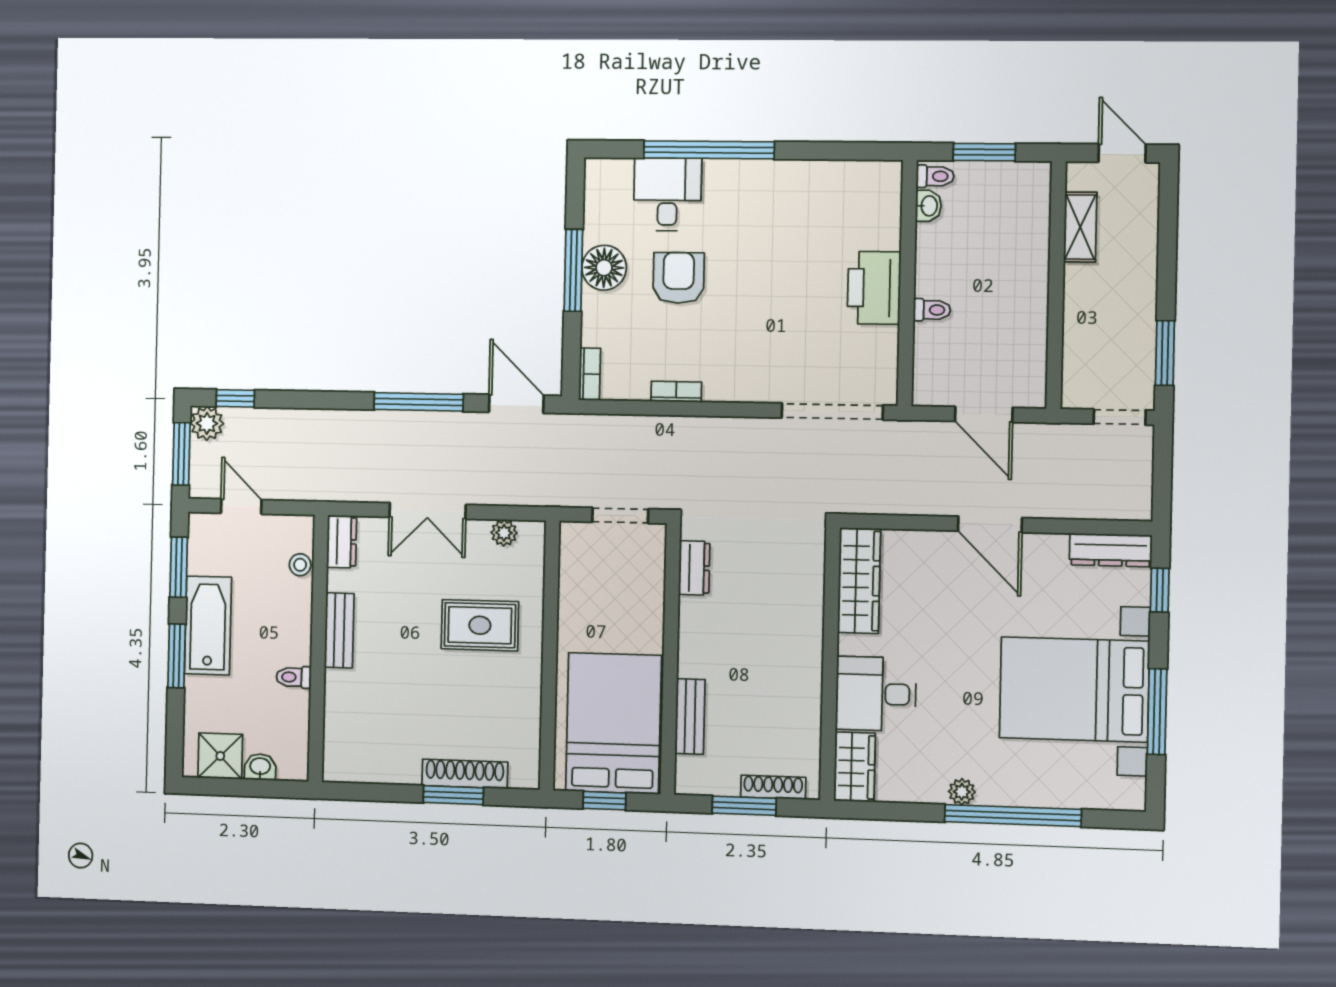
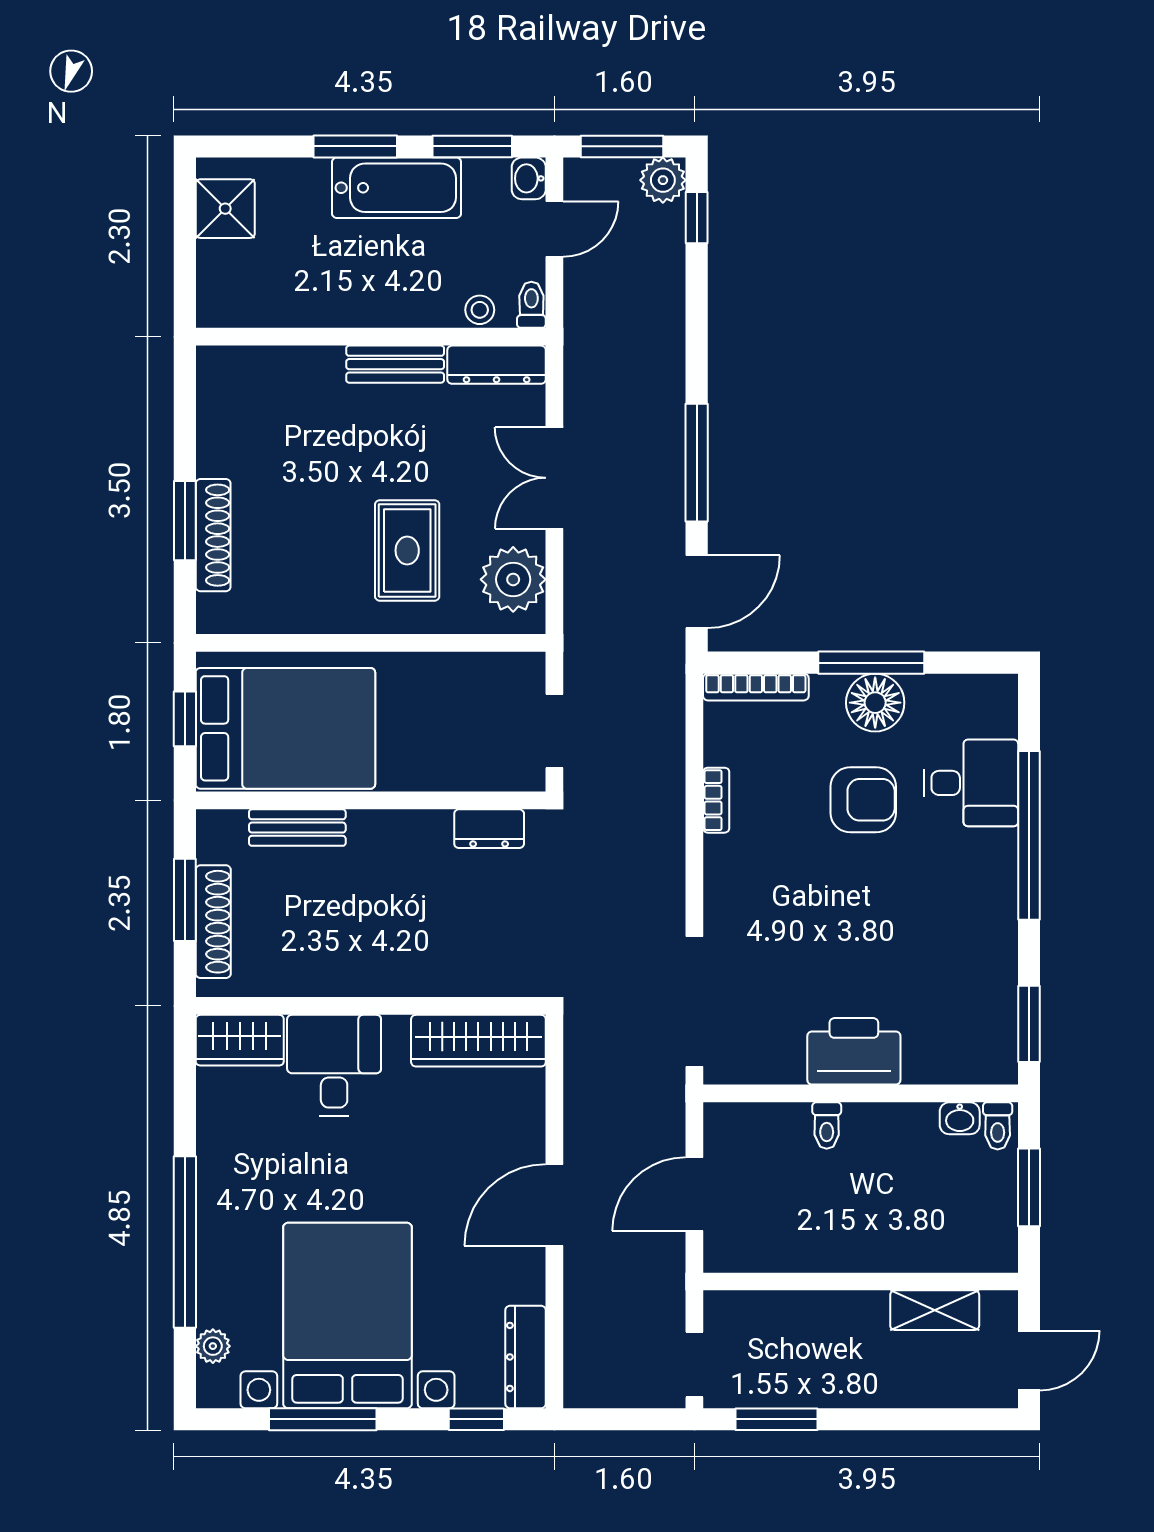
window: (856, 151) -> (1029, 1024), added
bookcase: (590, 374) -> (756, 687), width x1.56
plant: (504, 533) -> (513, 579), width x1.88, depth x1.88
dresser: (342, 542) -> (497, 365), width x1.44
toilet: (294, 677) -> (531, 305), moved
washbasin: (260, 767) -> (529, 178), moved, turned 180
shoe rack: (773, 787) -> (213, 922), width x1.36, depth x1.24
plant: (962, 792) -> (213, 1346), moved

